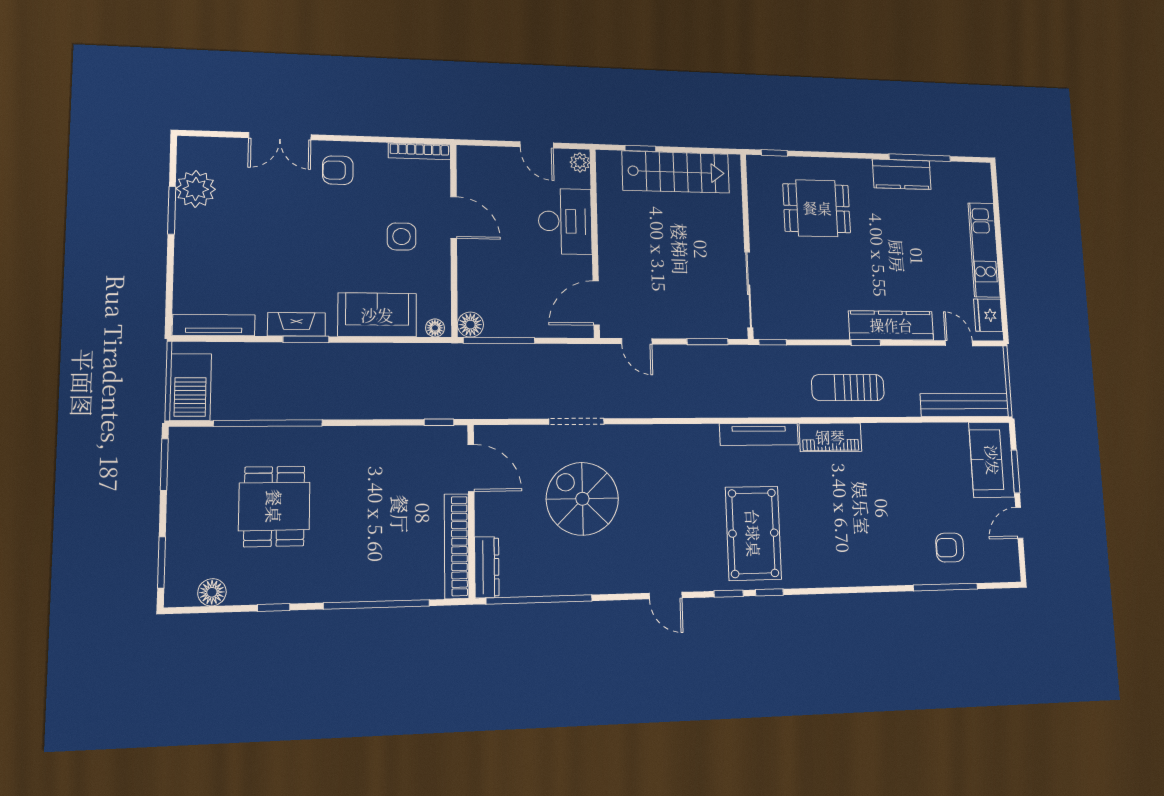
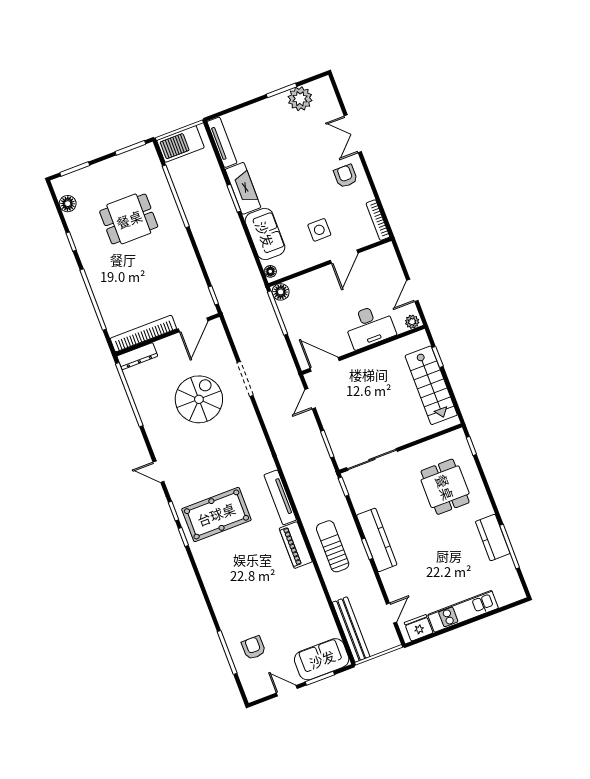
fireplace: (296, 324) -> (243, 188), width x1.37, depth x1.32
kitchen counter: (891, 325) -> (377, 540), moved
door: (666, 596) -> (158, 472), hinge flipped

